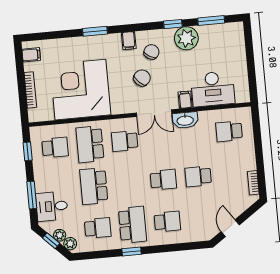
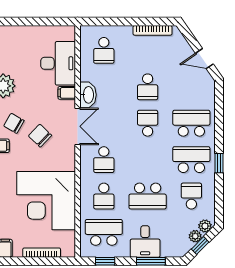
school desk: (90, 144) -> (104, 196), width x0.54
school desk: (55, 148) -> (104, 232), width x1.85
bookcase: (253, 183) -> (152, 30), width x1.56
desk: (52, 206) -> (145, 241), moved
school desk: (167, 222) -> (191, 123), width x1.85

